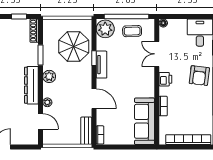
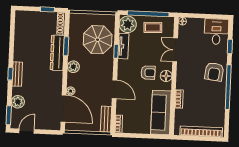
tv unit: (101, 65) -> (123, 46), moved
armchair: (129, 79) -> (148, 73), added
printer: (165, 79) -> (182, 74), removed
floor lamp: (148, 82) -> (166, 76), added
dresser: (31, 85) -> (57, 53), moved
door: (41, 121) -> (64, 109), width x1.88

